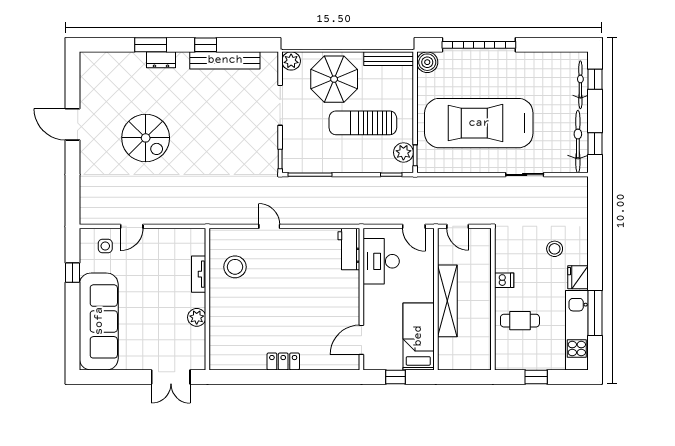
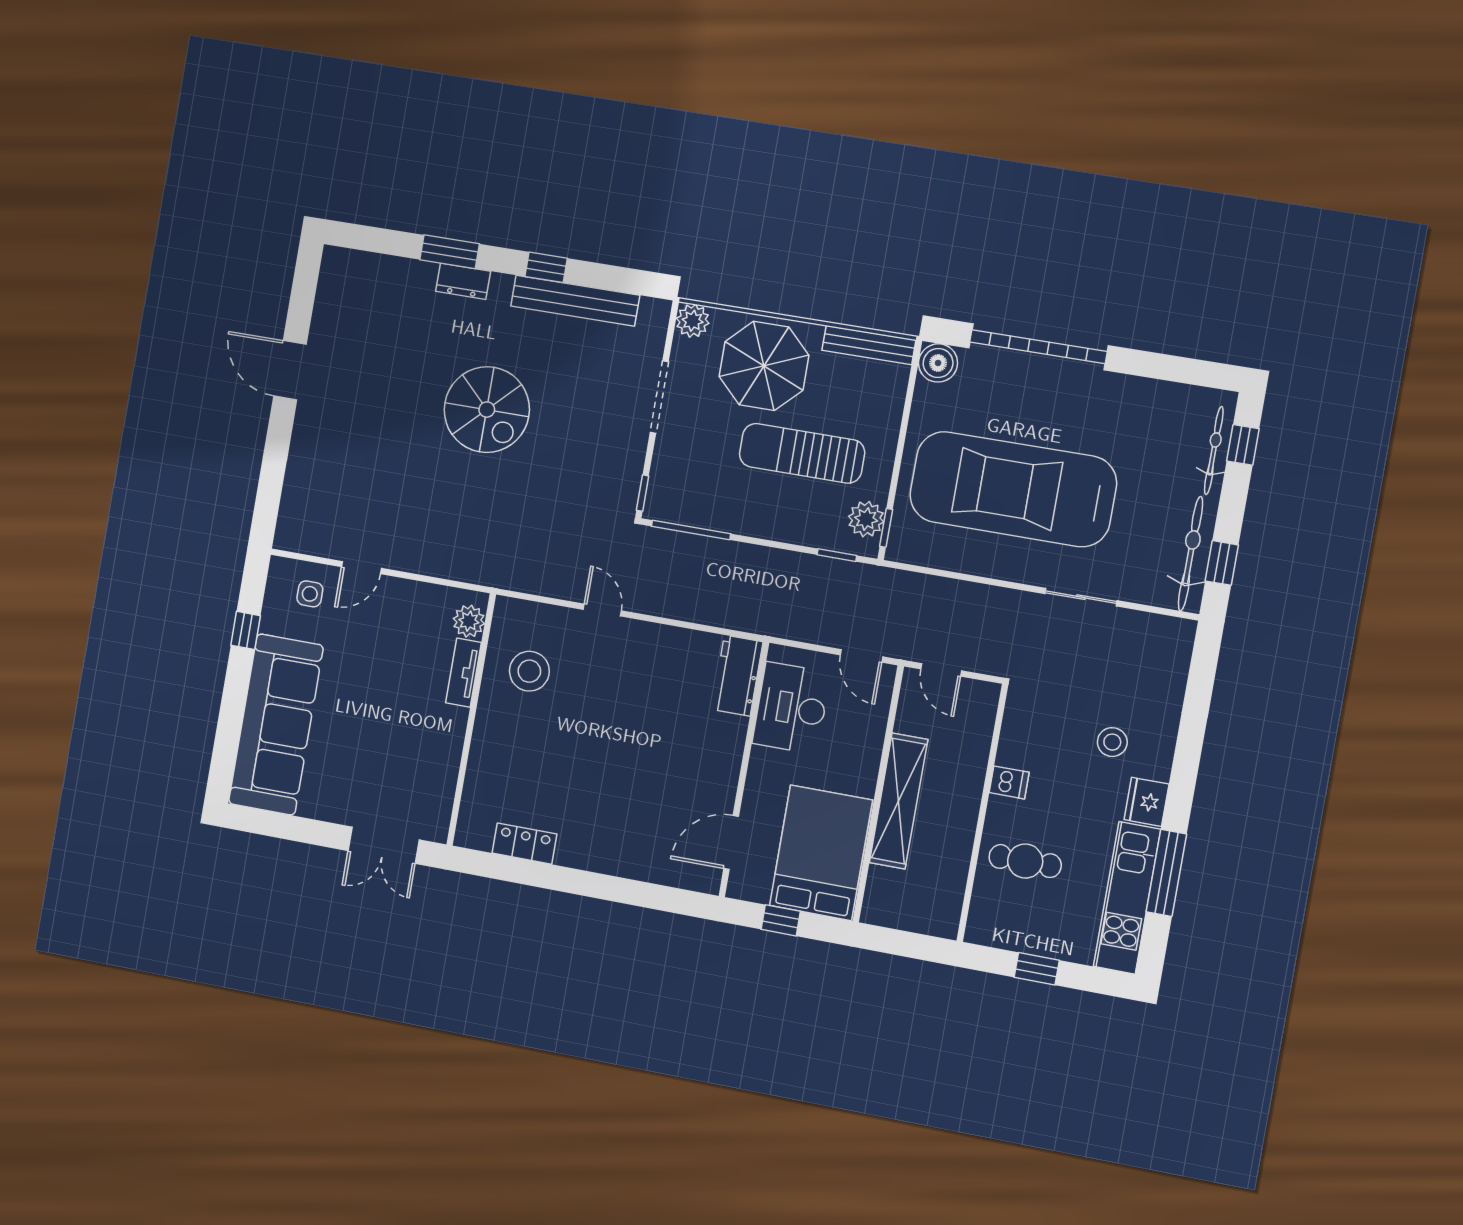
spiral stairs: (146, 138) -> (487, 410), moved
plant: (197, 317) -> (469, 621), moved
bed: (418, 336) -> (821, 853), width x1.50
locker: (283, 361) -> (524, 844), moved

